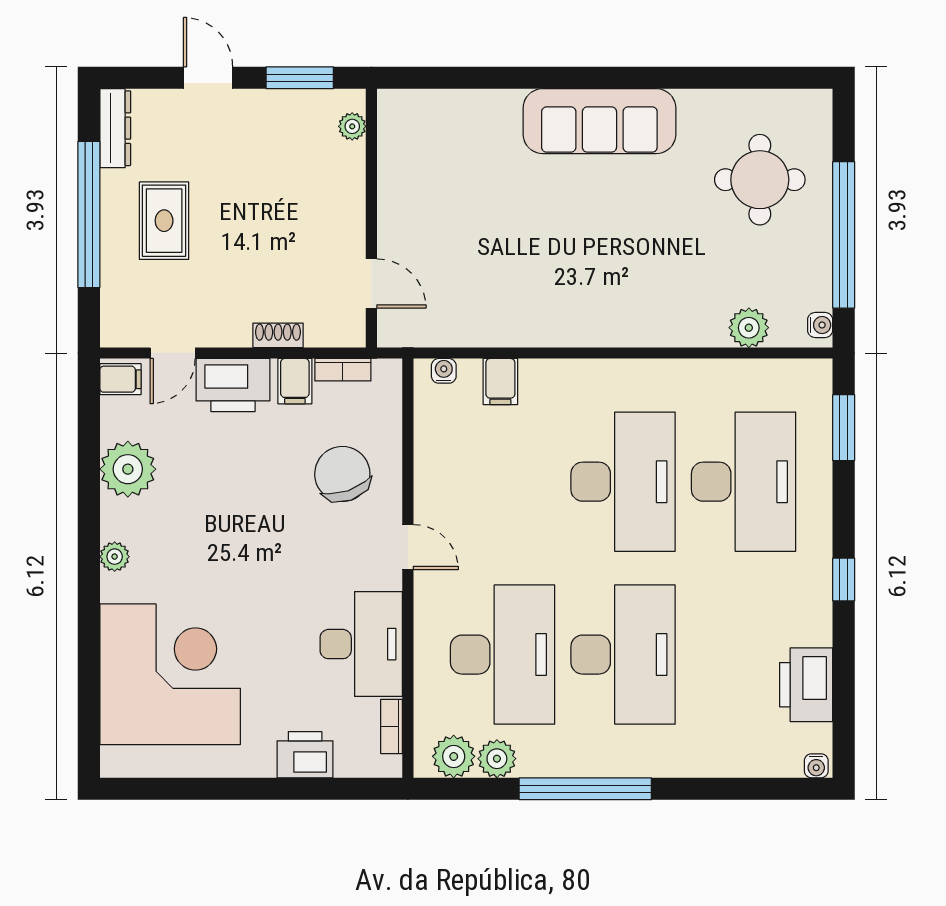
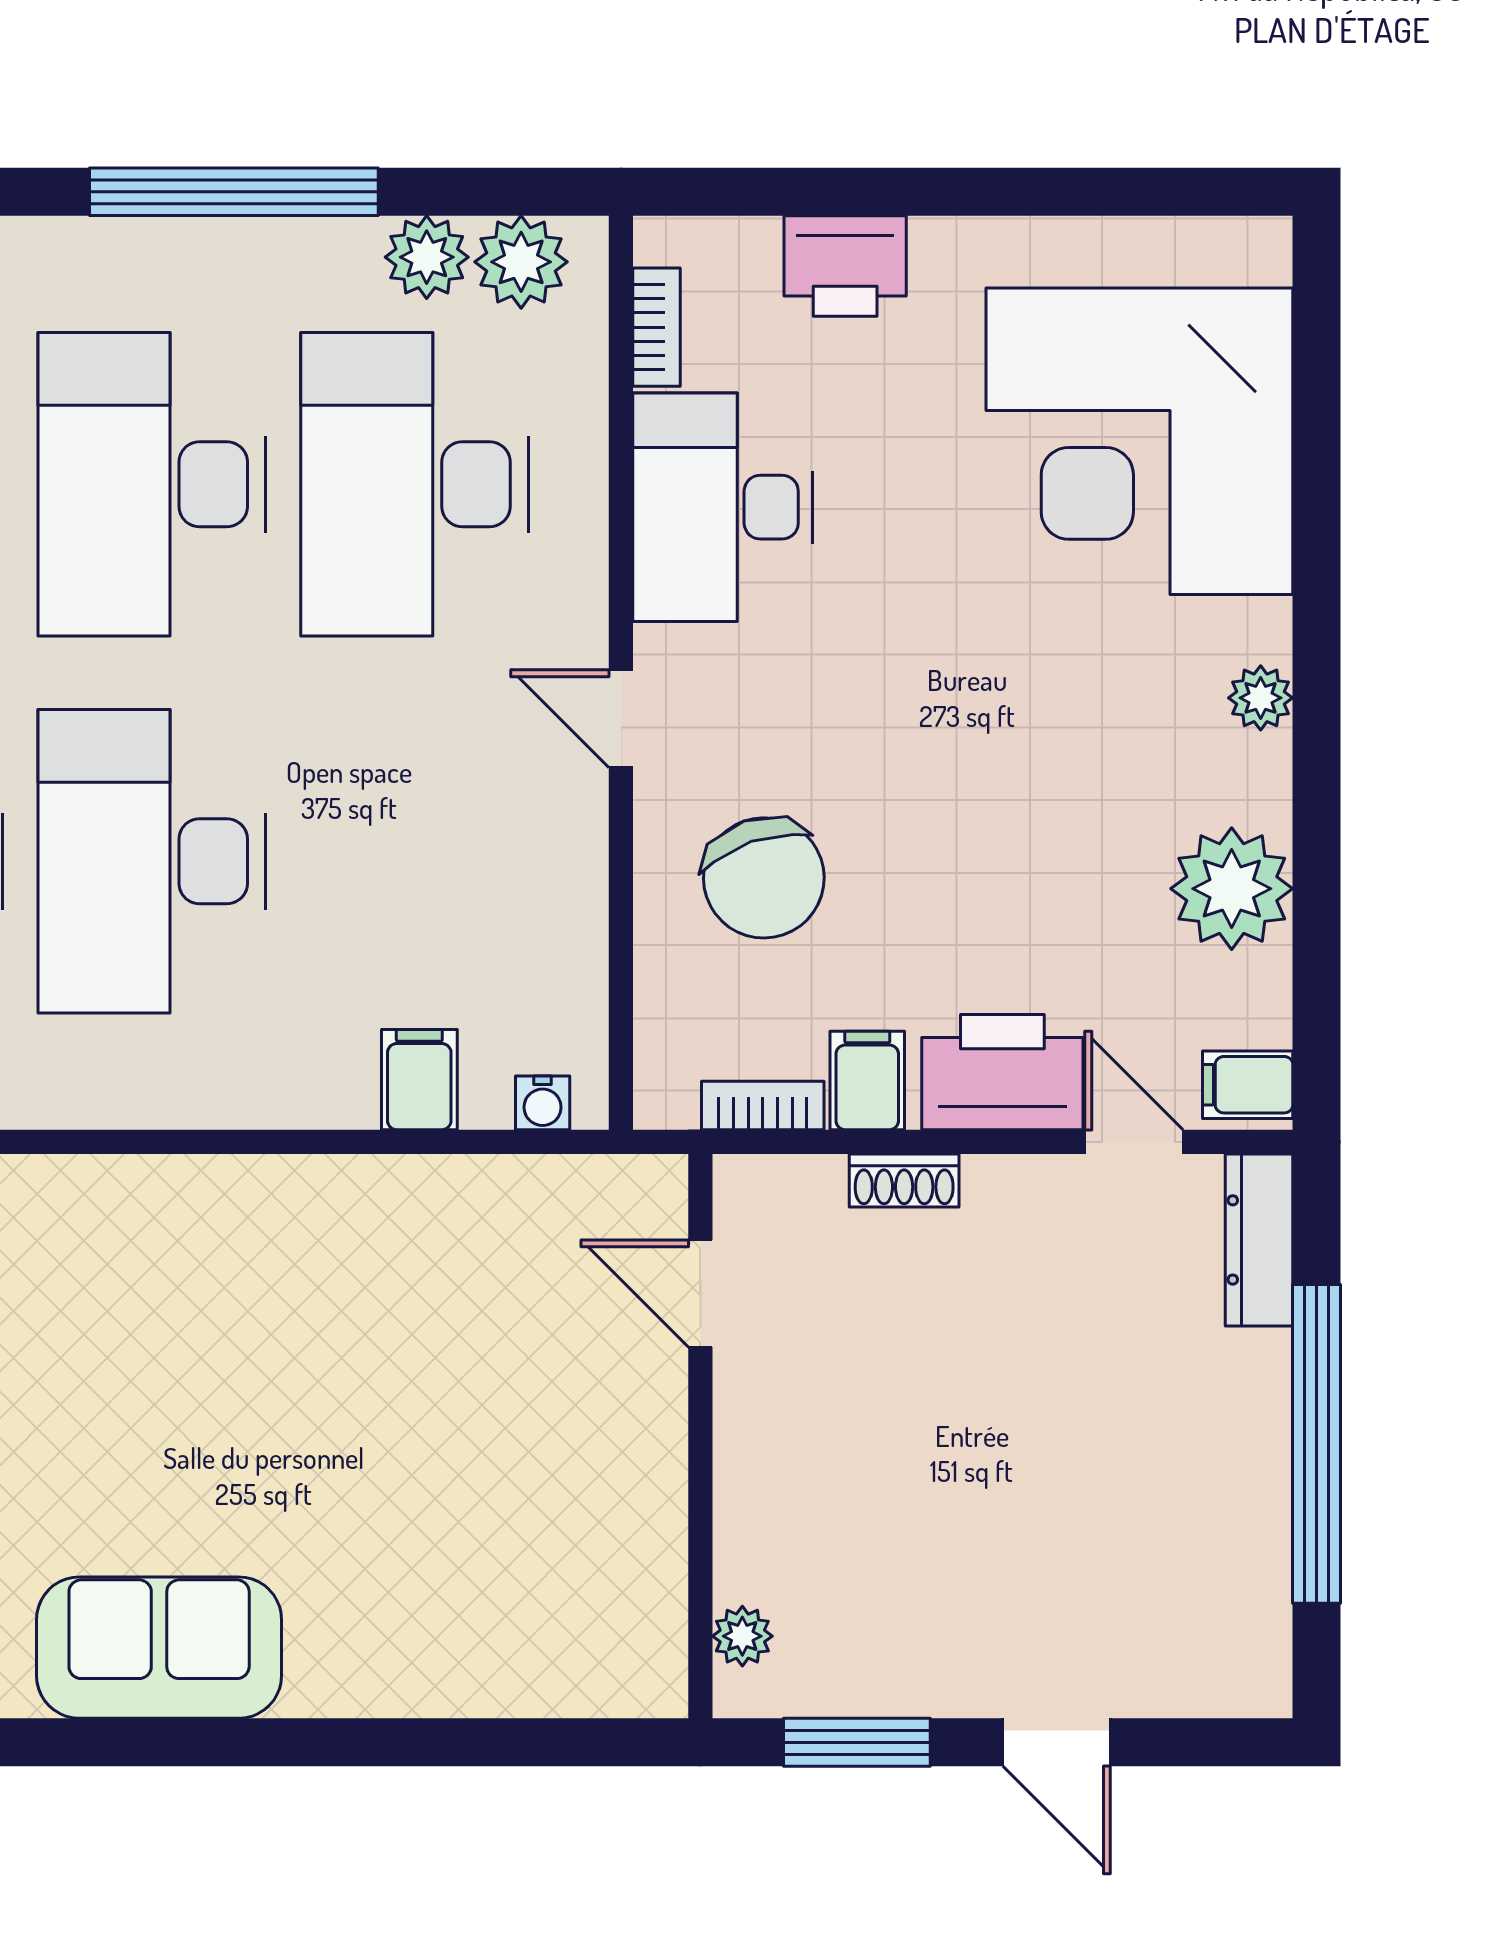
sofa: (599, 121) -> (159, 1648), width x0.73
dresser: (115, 128) -> (1259, 1240), moved
rug: (164, 221) -> (1153, 1430), removed
door: (173, 353) -> (1134, 1142), hinge flipped

